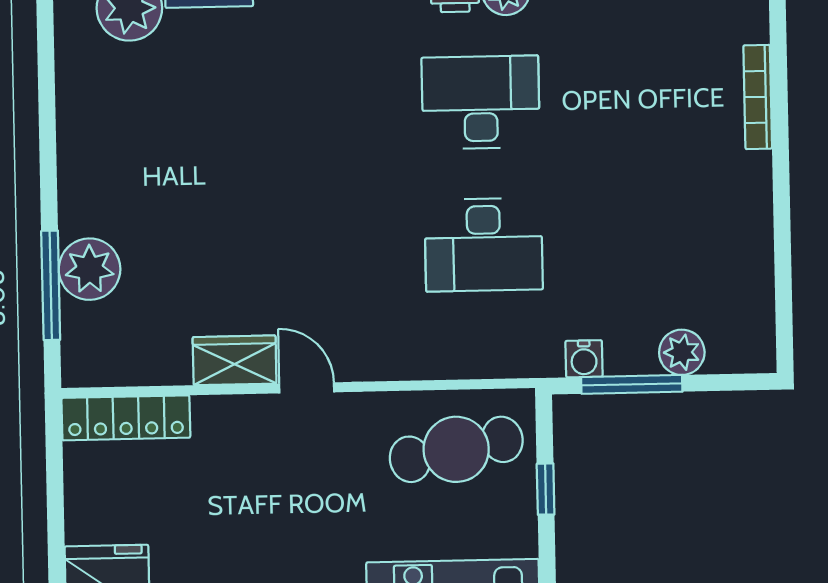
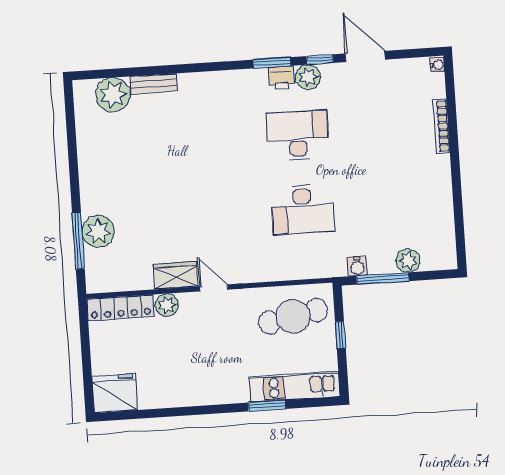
plant: (215, 417) -> (167, 305), added

